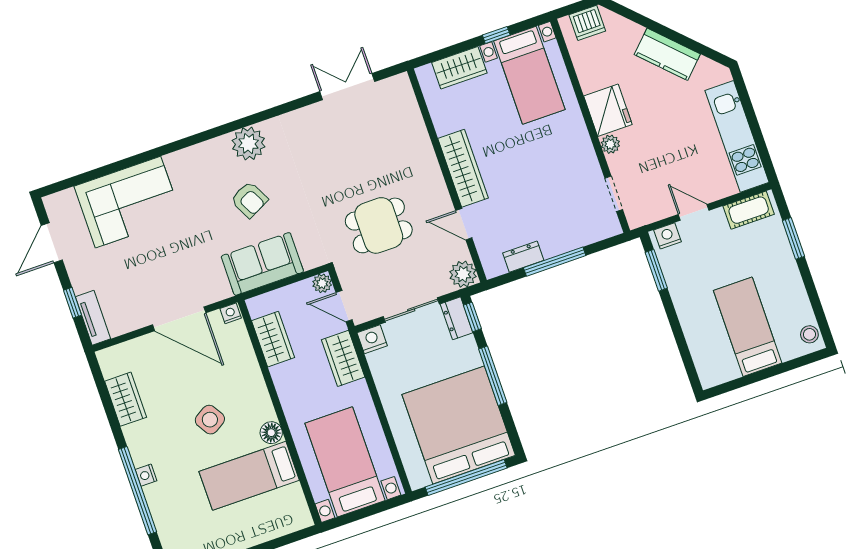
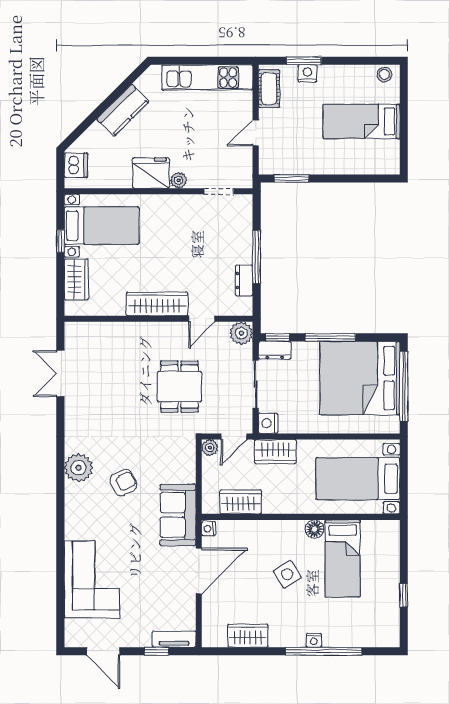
nightstand: (668, 236) -> (308, 73), moved, turned 90
sofa: (262, 264) -> (178, 515), moved

